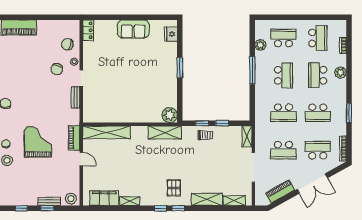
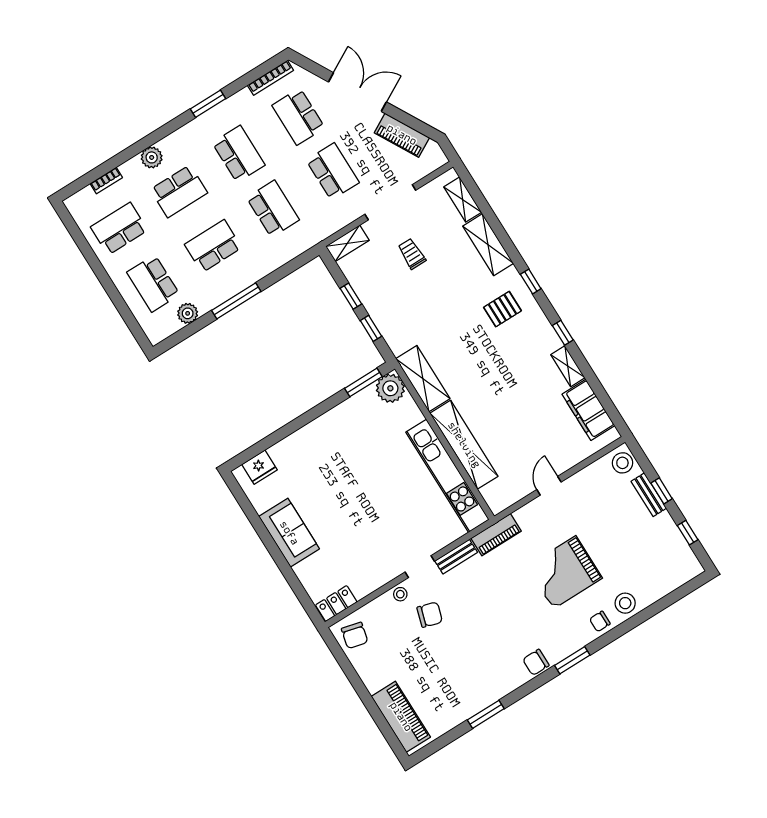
chair: (67, 44) -> (355, 635), moved
window: (180, 68) -> (363, 382), moved
kitchen unit: (114, 116) -> (448, 476), added
shelving: (107, 132) -> (464, 445), moved
trolley: (205, 135) -> (412, 254), moved
piano: (74, 138) -> (496, 535), moved
window: (161, 208) -> (563, 333), moved

